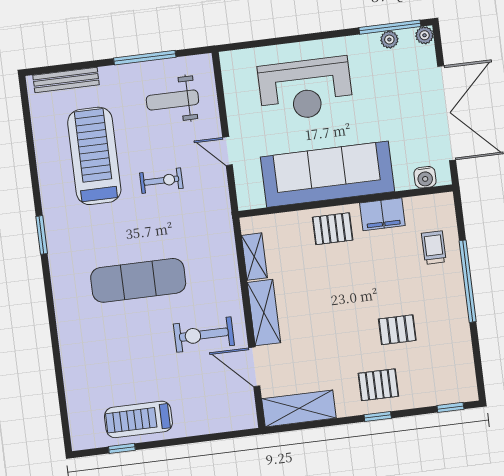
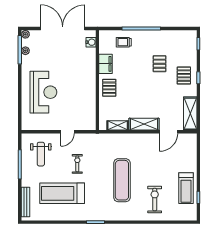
sofa: (327, 174) -> (84, 87), removed
exercise bike: (204, 335) -> (155, 200), moved, turned 180

